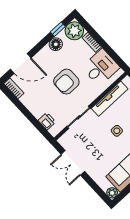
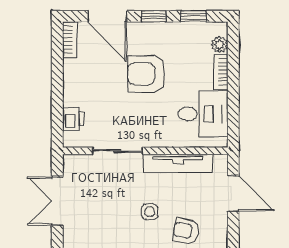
plant: (74, 31) -> (219, 45), width x0.53, depth x0.53
floor lamp: (56, 44) -> (173, 33), removed
window: (41, 45) -> (154, 16), added
armchair: (66, 82) -> (146, 74), moved

